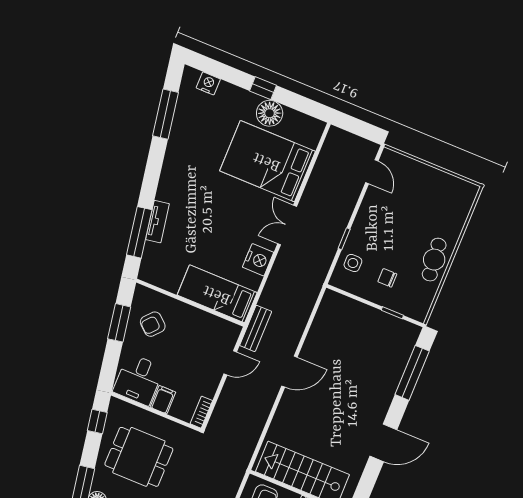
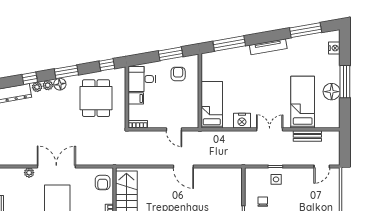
window: (263, 88) -> (345, 82), width x2.17
bed: (267, 161) -> (303, 102), width x0.67
tv unit: (157, 222) -> (268, 47), moved, width x1.41
side table: (353, 263) -> (276, 179), moved
armchair: (153, 324) -> (178, 74), turned 49
bench: (256, 328) -> (307, 136), moved

